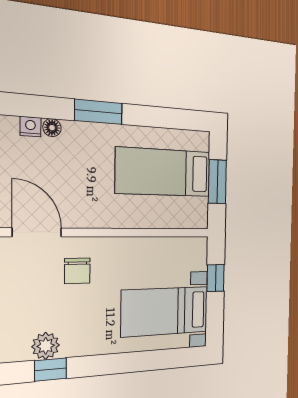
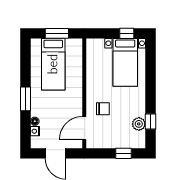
window: (216, 278) -> (127, 33), moved

